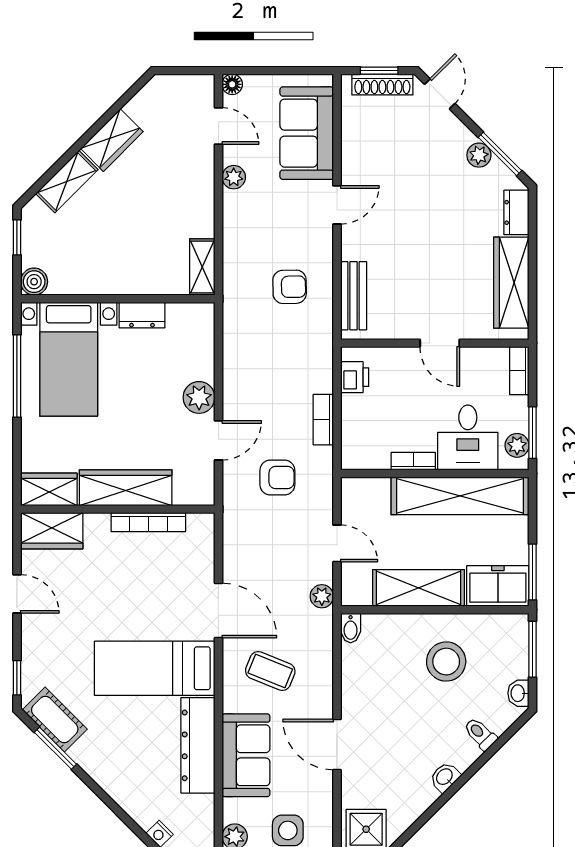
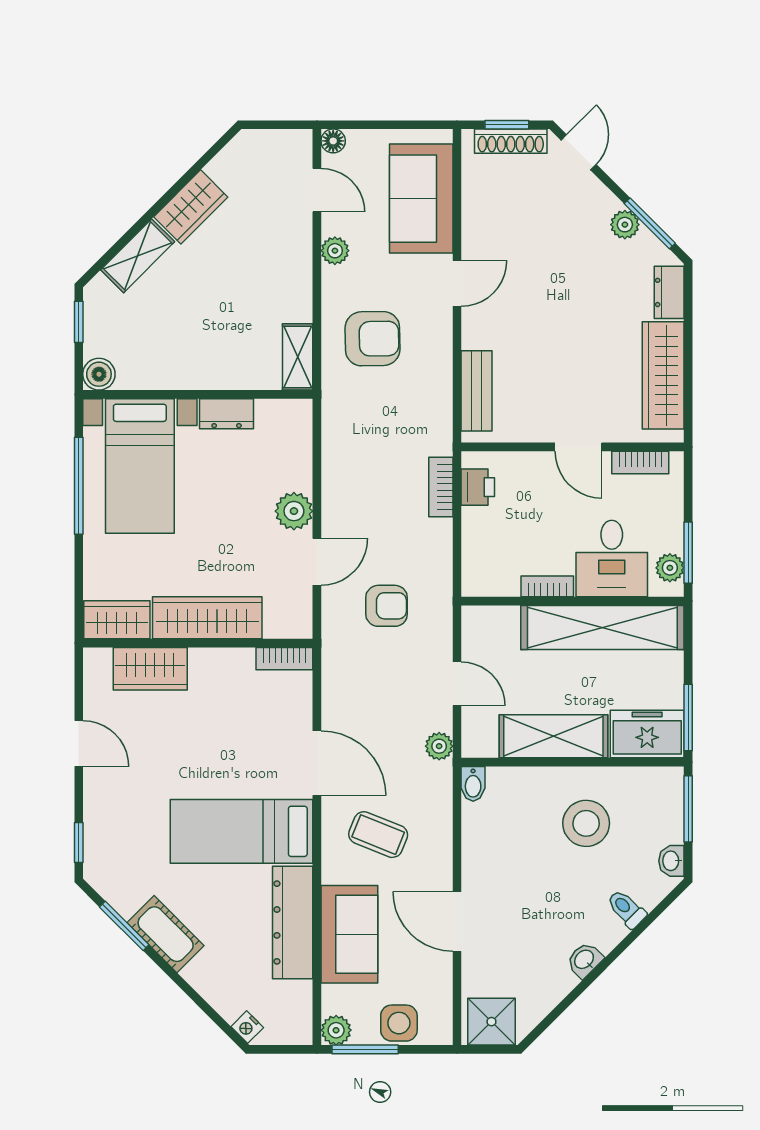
armchair: (290, 287) -> (372, 339), moved, width x1.38, depth x1.38
bookcase: (519, 371) -> (640, 463), moved, turned -90
bookcase: (323, 420) -> (441, 487), moved
bookcase: (148, 522) -> (284, 659), moved, width x0.64
wardrobe: (52, 531) -> (150, 669), moved
cot: (55, 720) -> (166, 934), moved

